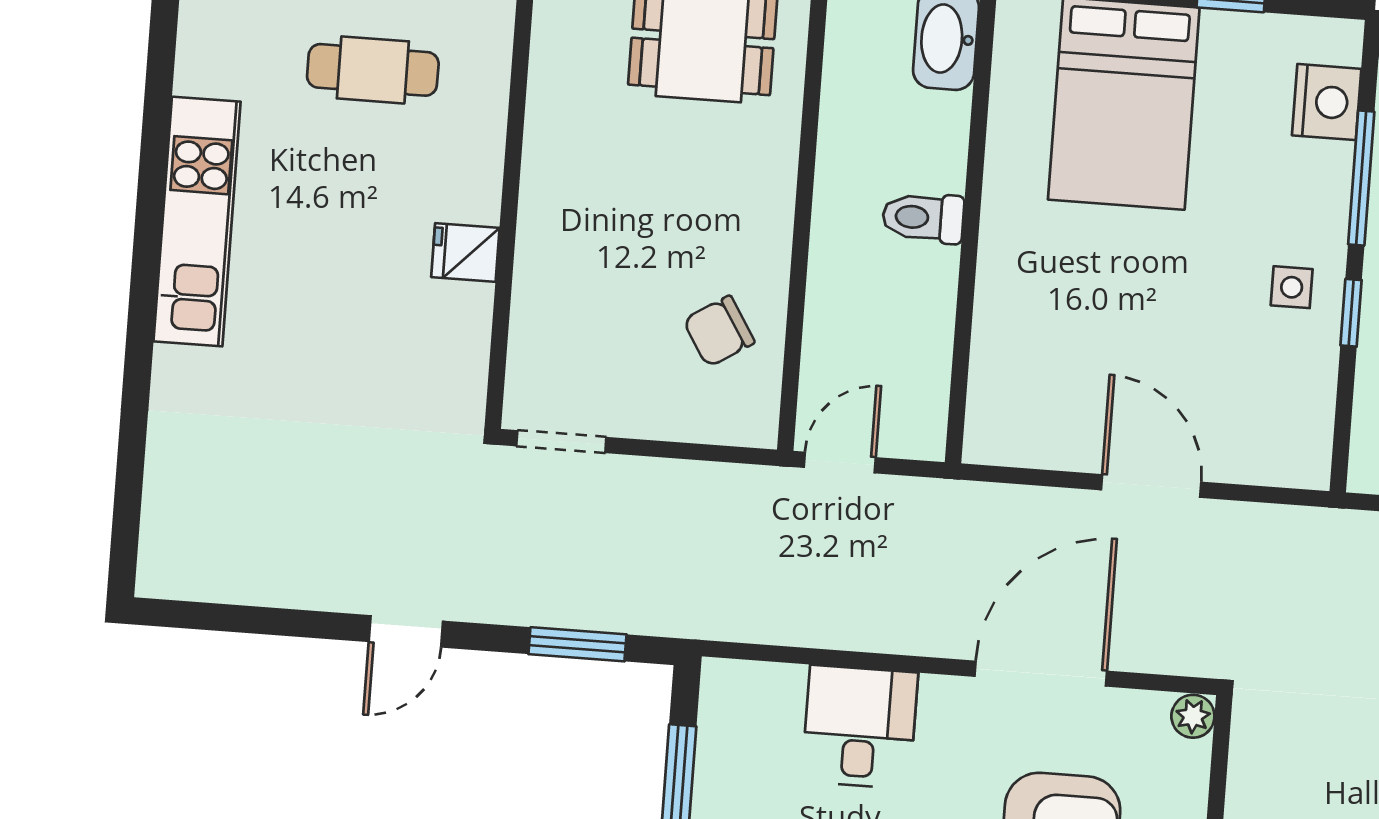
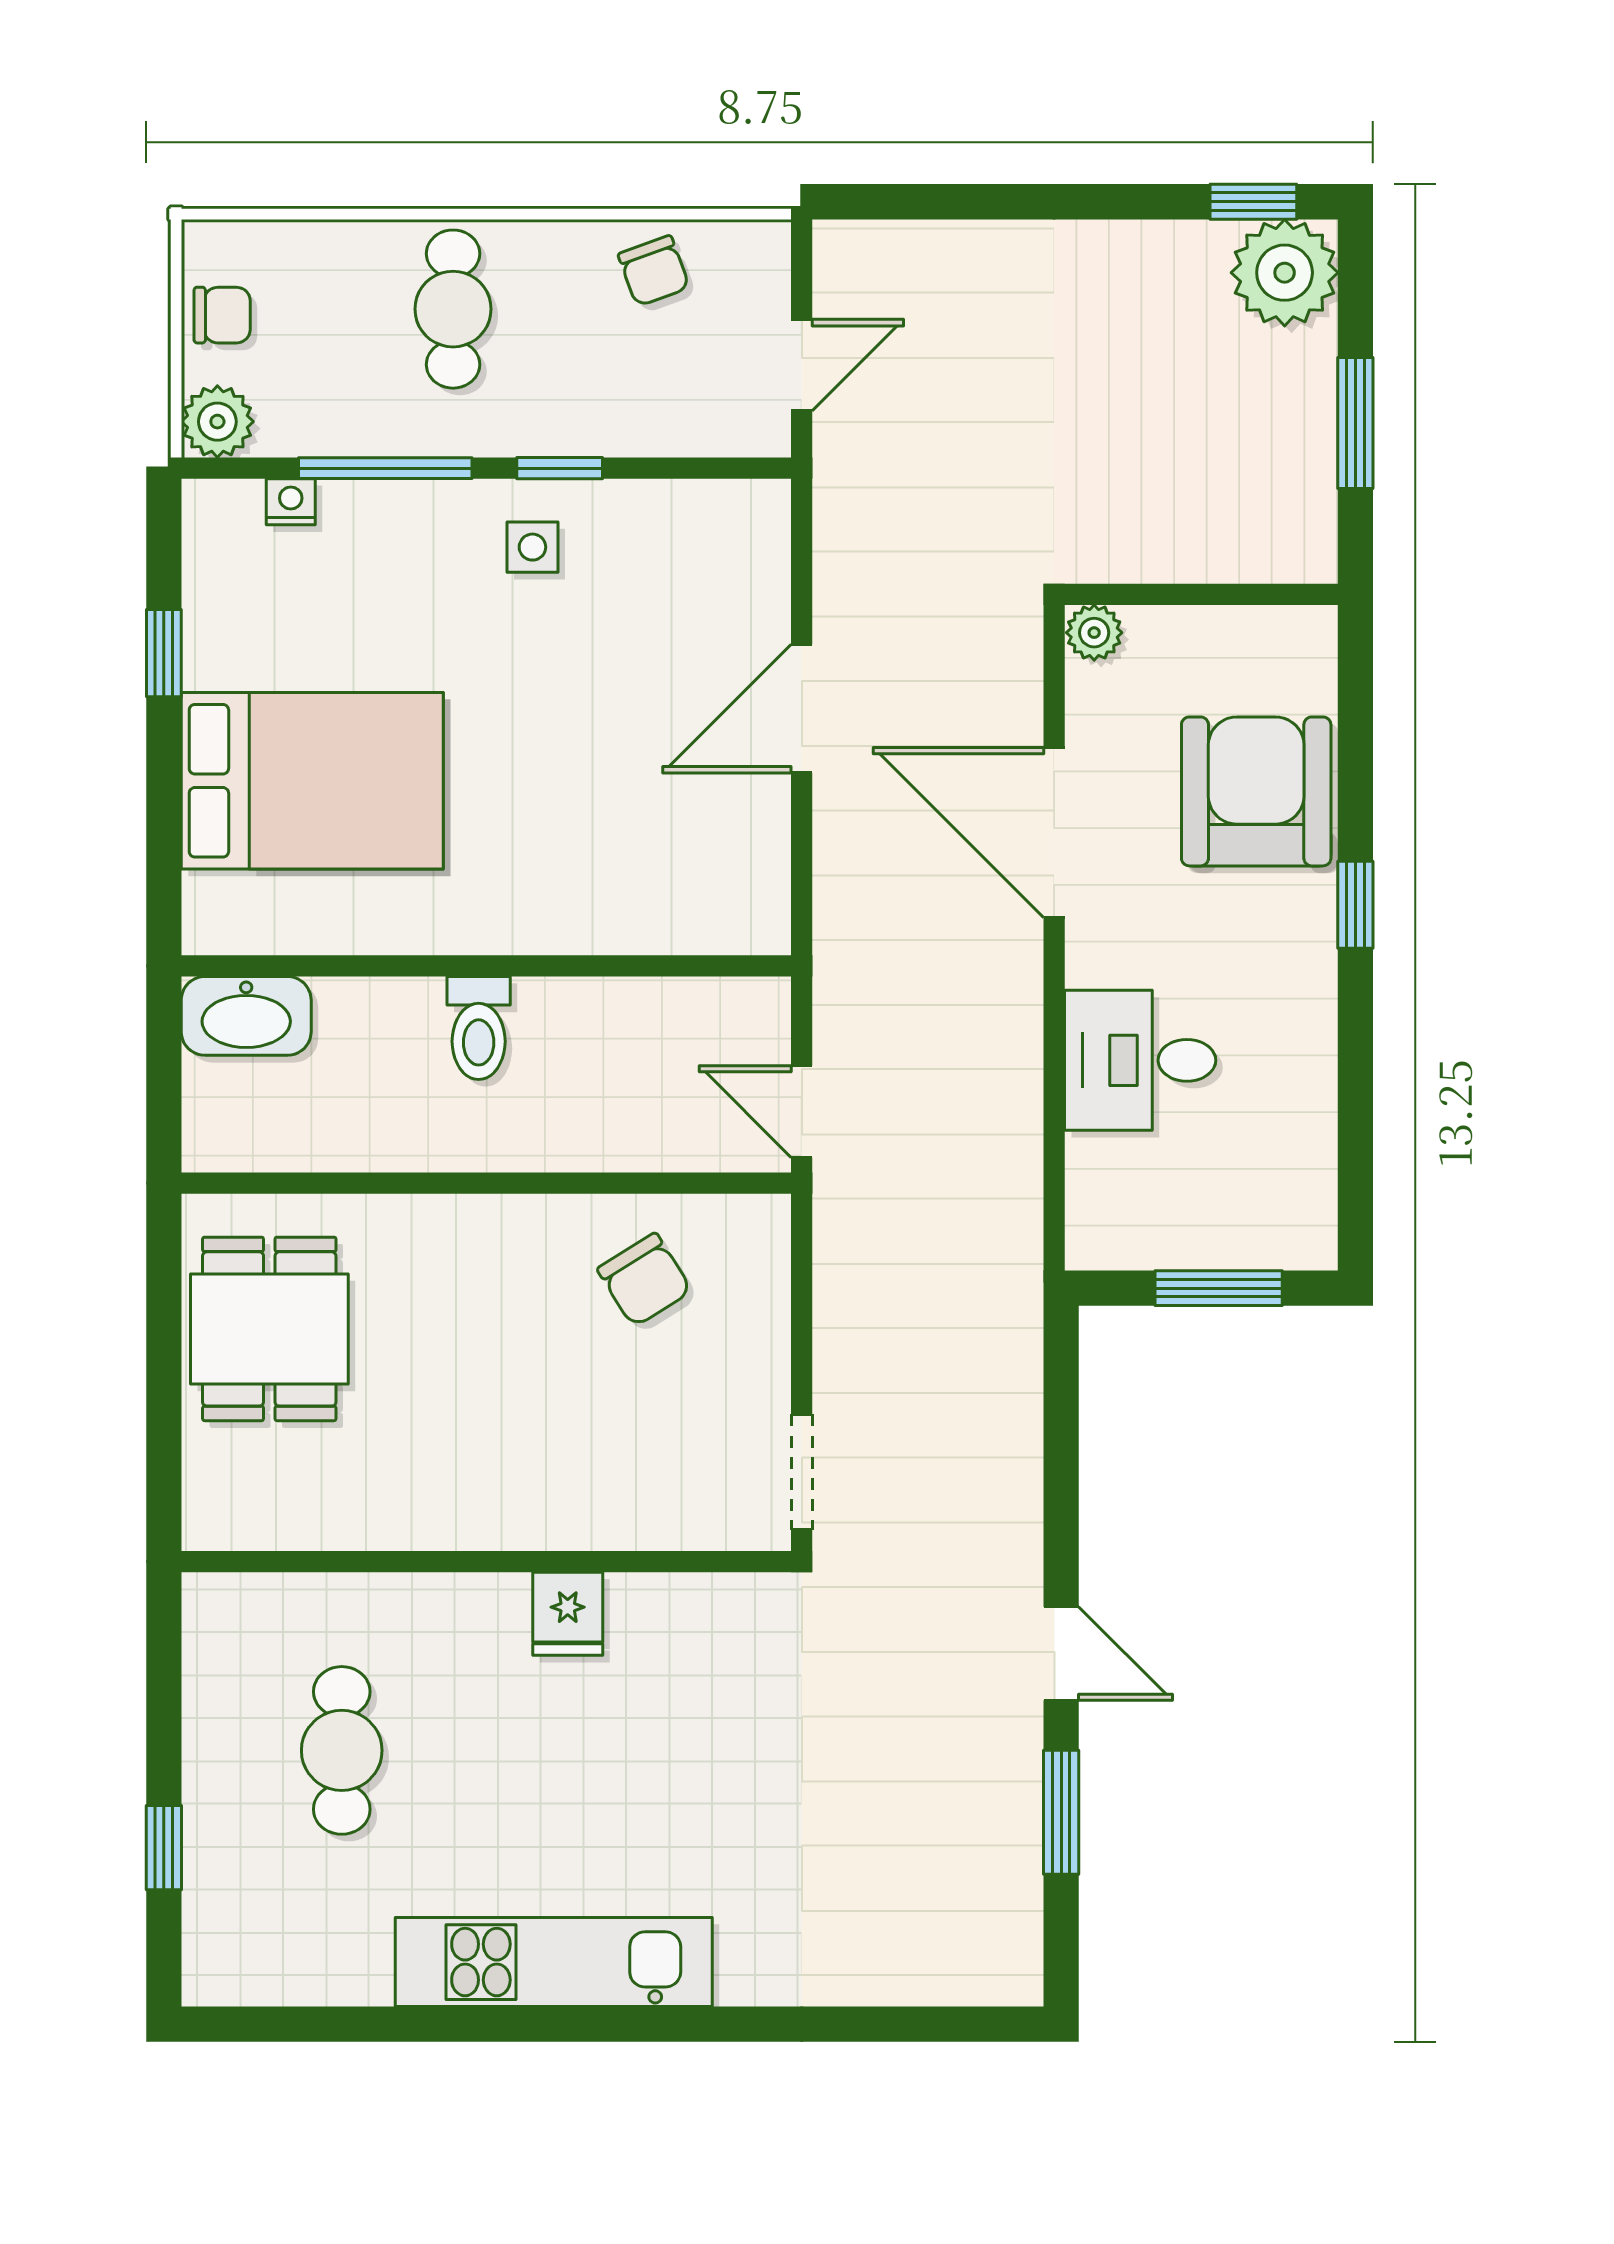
nightstand: (1327, 102) -> (291, 502), width x0.53, depth x0.56
window: (577, 644) -> (1061, 1812), moved

